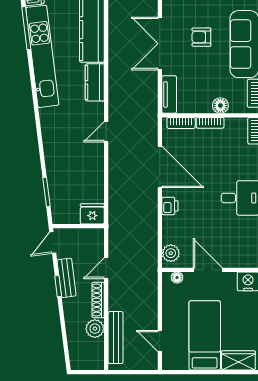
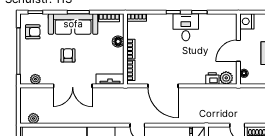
armchair: (201, 37) -> (68, 55), turned 180
door: (160, 167) -> (163, 86), swing flipped
printer: (170, 206) -> (212, 78), moved

